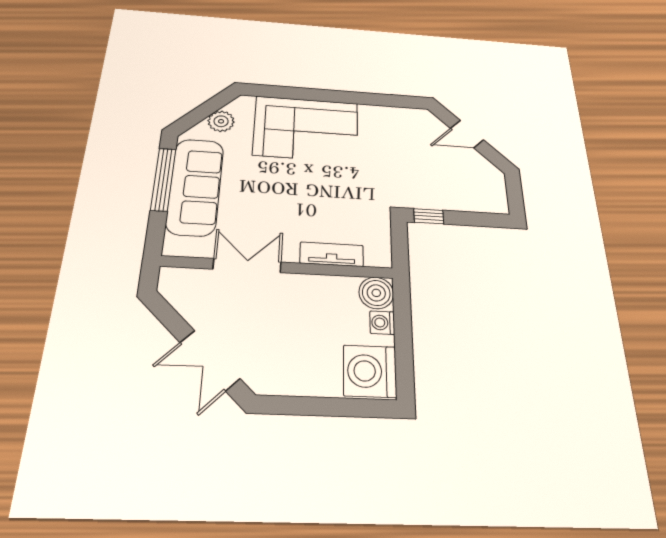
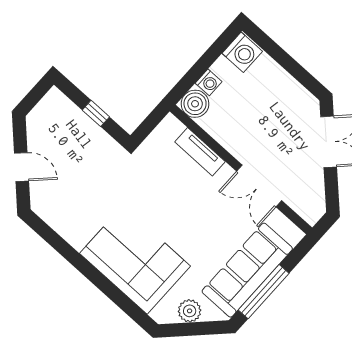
window: (429, 216) -> (96, 113), moved
washing machine: (370, 371) -> (242, 52), width x0.73, depth x0.73

